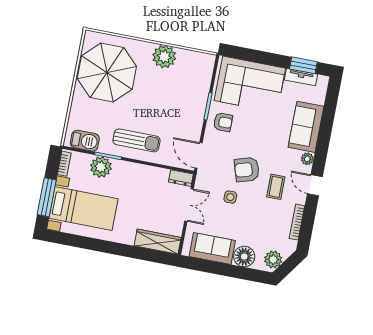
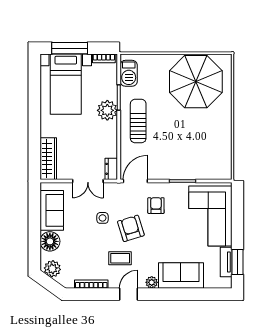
plant: (164, 57) -> (221, 132), removed
armchair: (223, 122) -> (156, 206), moved, turned 180
sun lounger: (136, 140) -> (138, 121), turned 180
plant: (101, 167) -> (107, 110), moved

